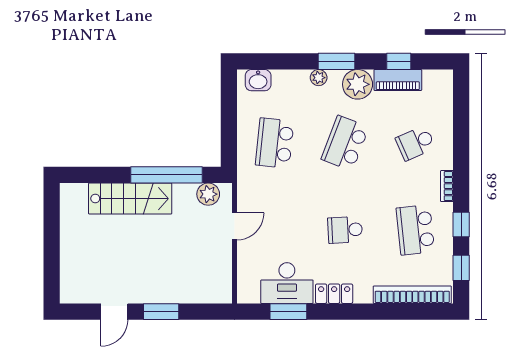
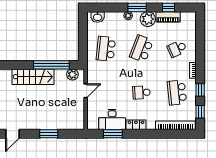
door: (114, 312) -> (13, 134), moved

